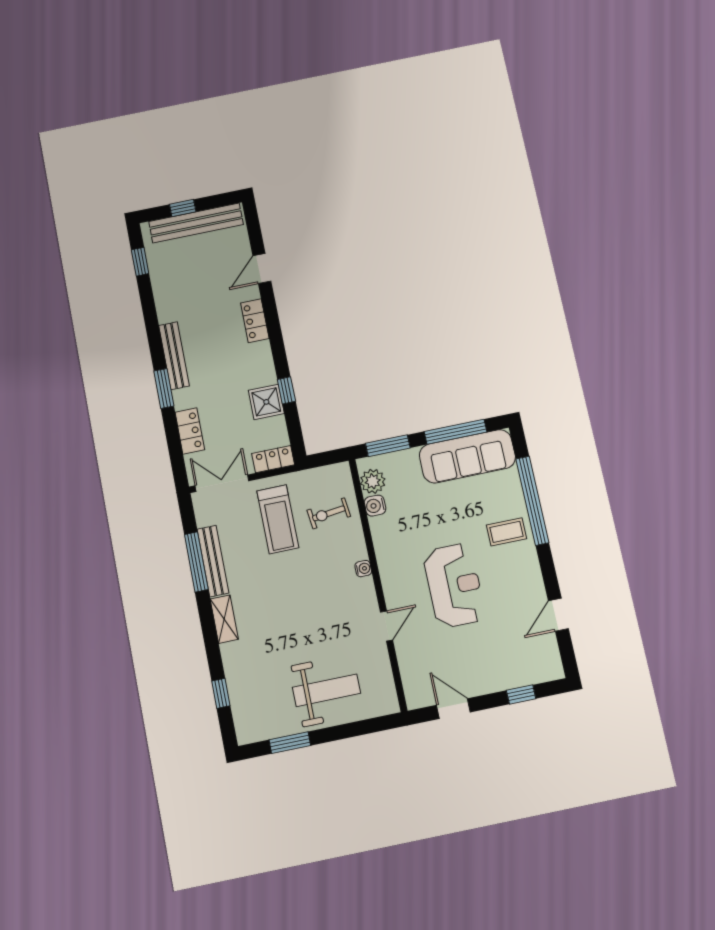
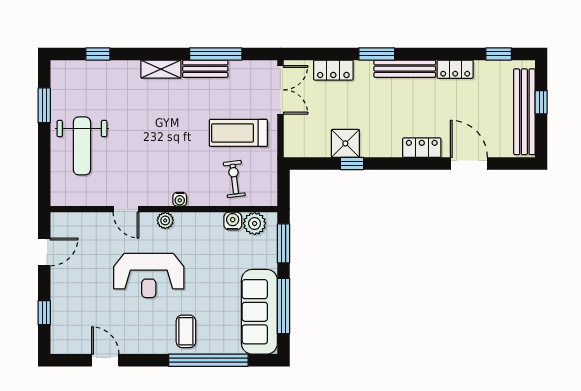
door: (262, 268) -> (469, 163), width x1.38
locker: (273, 459) -> (455, 69), moved, turned 90
bench: (213, 561) -> (205, 69), width x0.73
plant: (390, 580) -> (165, 220), added

